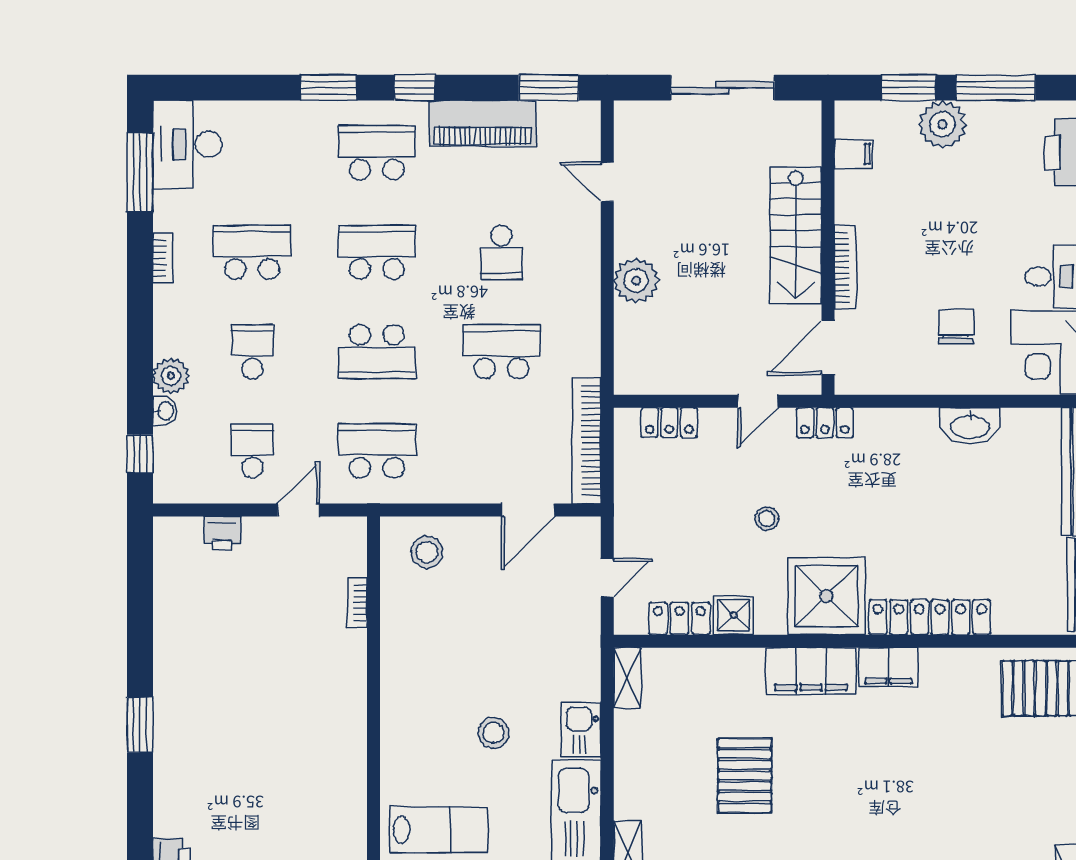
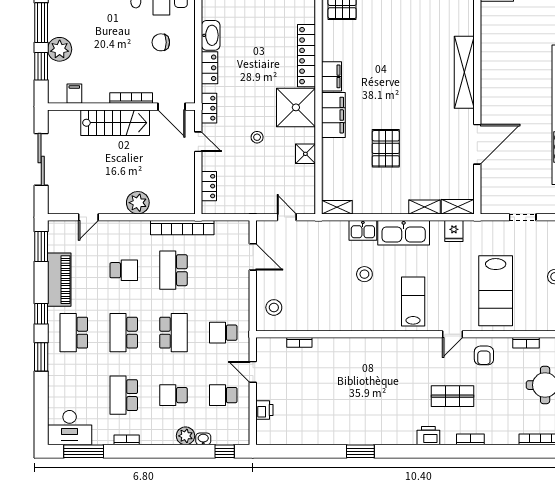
bookcase: (586, 440) -> (182, 228), moved
school desk: (377, 451) -> (223, 333), width x0.54
locker: (679, 619) -> (210, 68), moved, turned 180
pallet: (745, 775) -> (386, 148), turned 90

